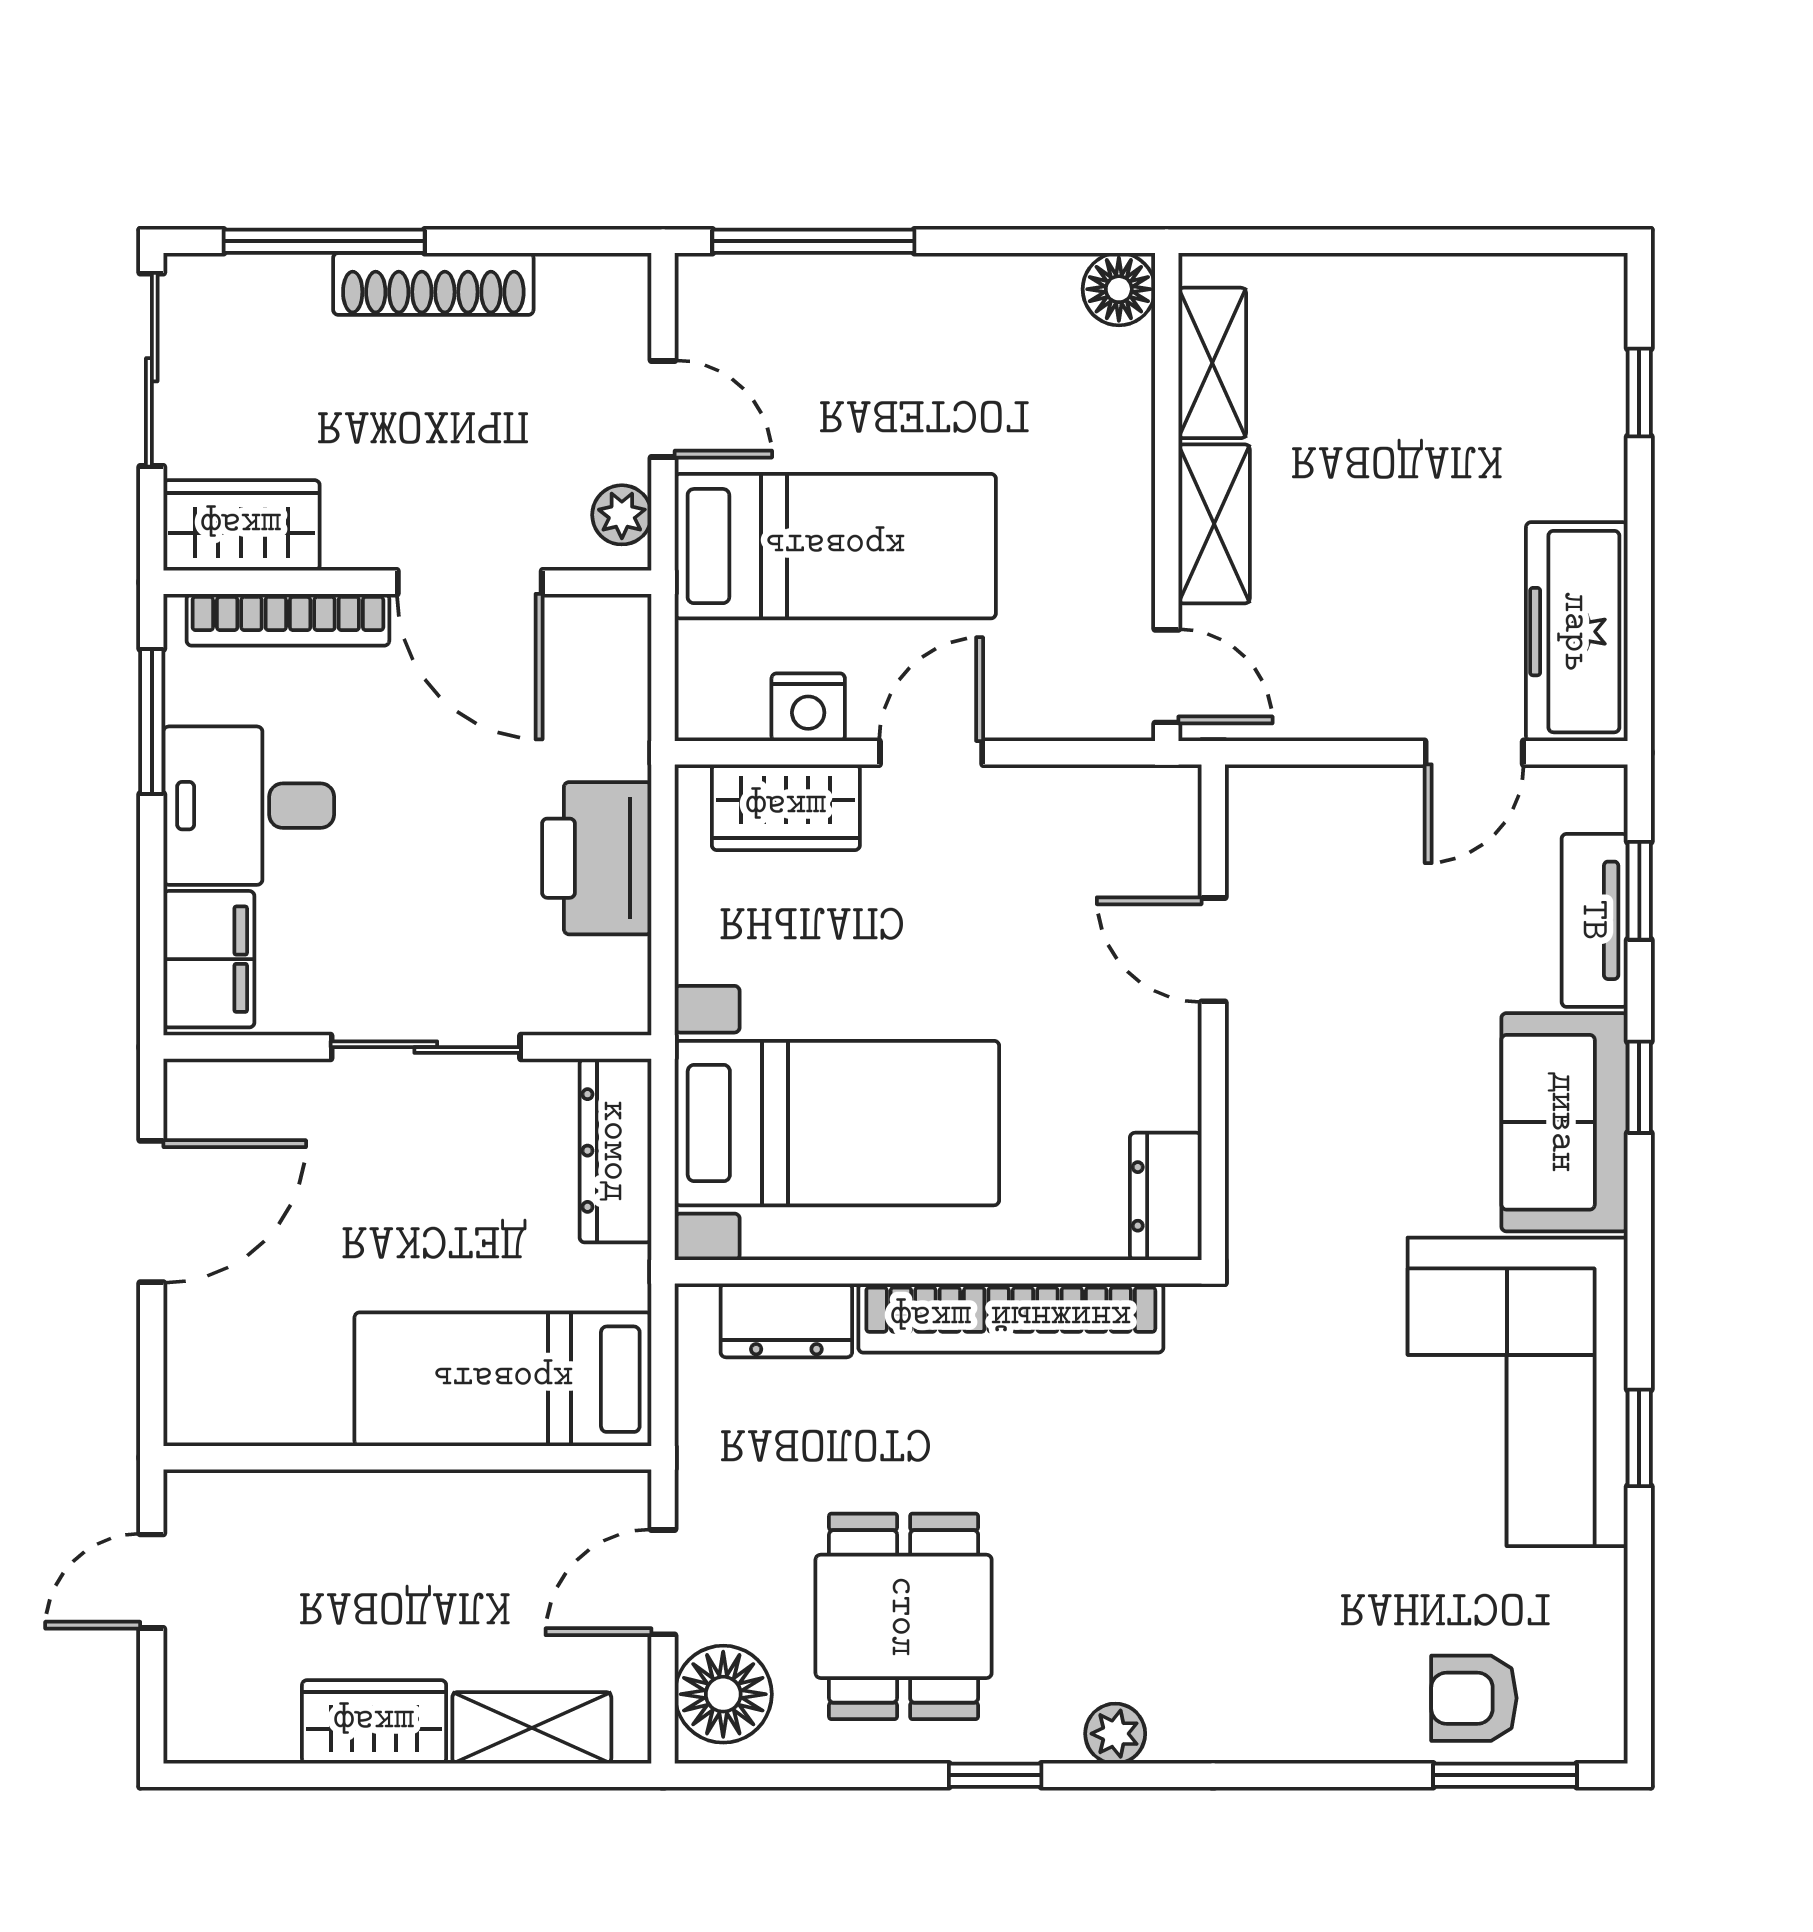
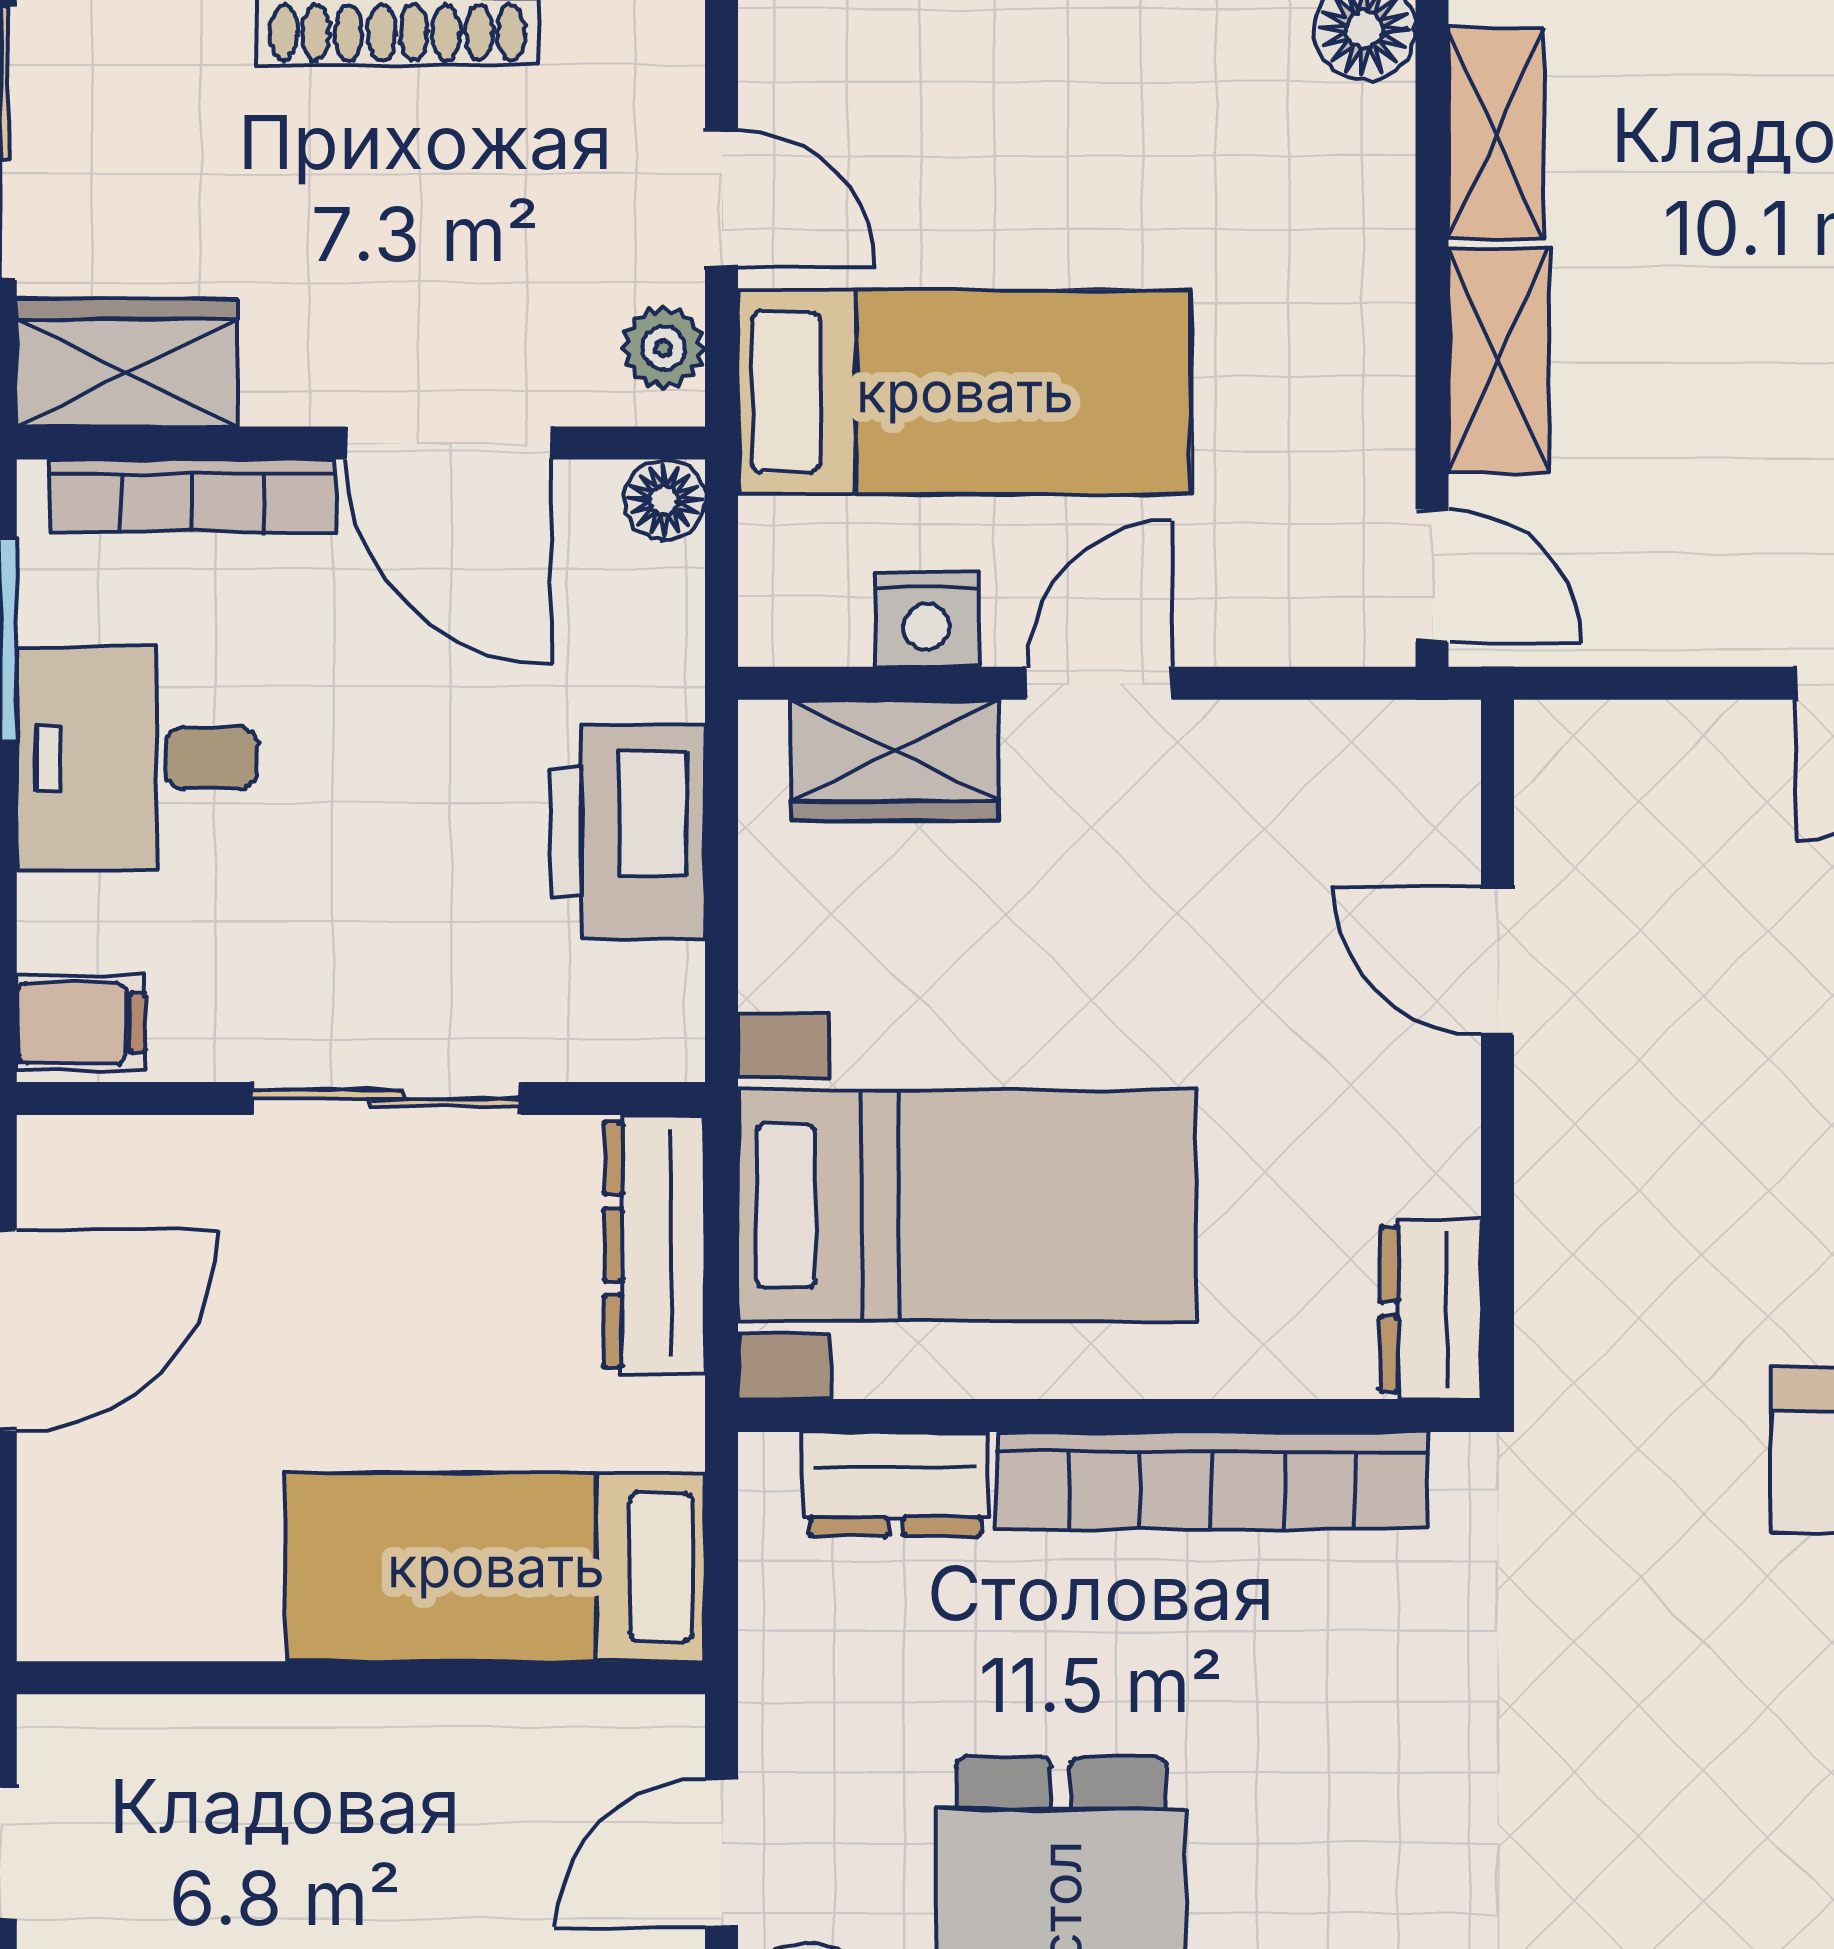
floor lamp: (623, 623) -> (665, 500), added
filing cabinet: (209, 959) -> (81, 1023), width x0.50

